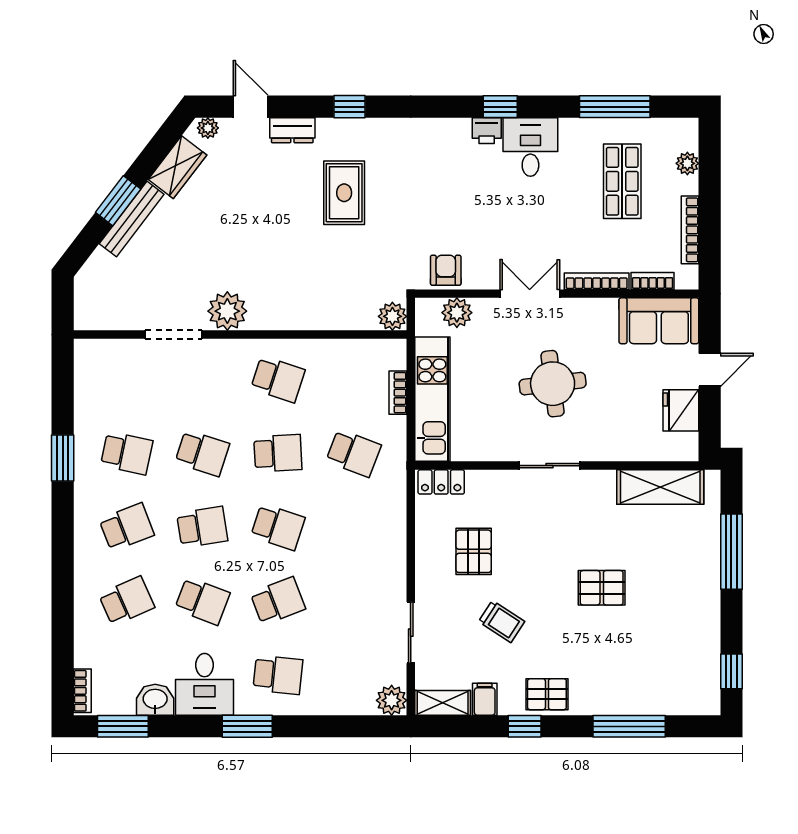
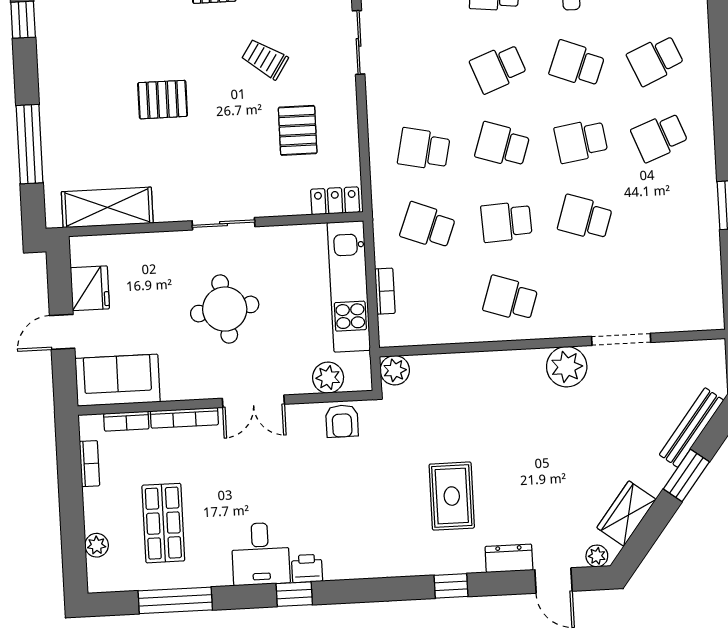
bench: (132, 219) -> (691, 428), moved
bookcase: (690, 230) -> (90, 464), width x0.64
school desk: (127, 453) -> (424, 149), moved

